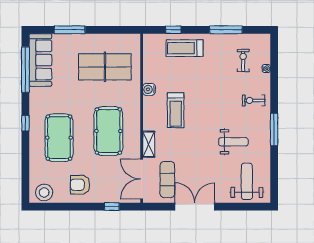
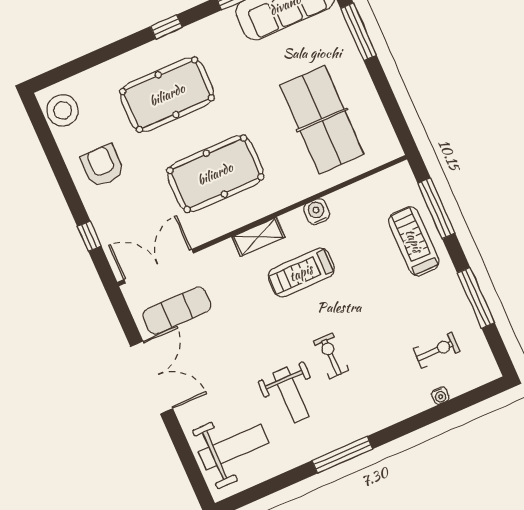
window: (173, 30) -> (436, 208), width x2.17
exercise bike: (254, 100) -> (331, 356), moved
shelving: (149, 144) -> (258, 237), moved

